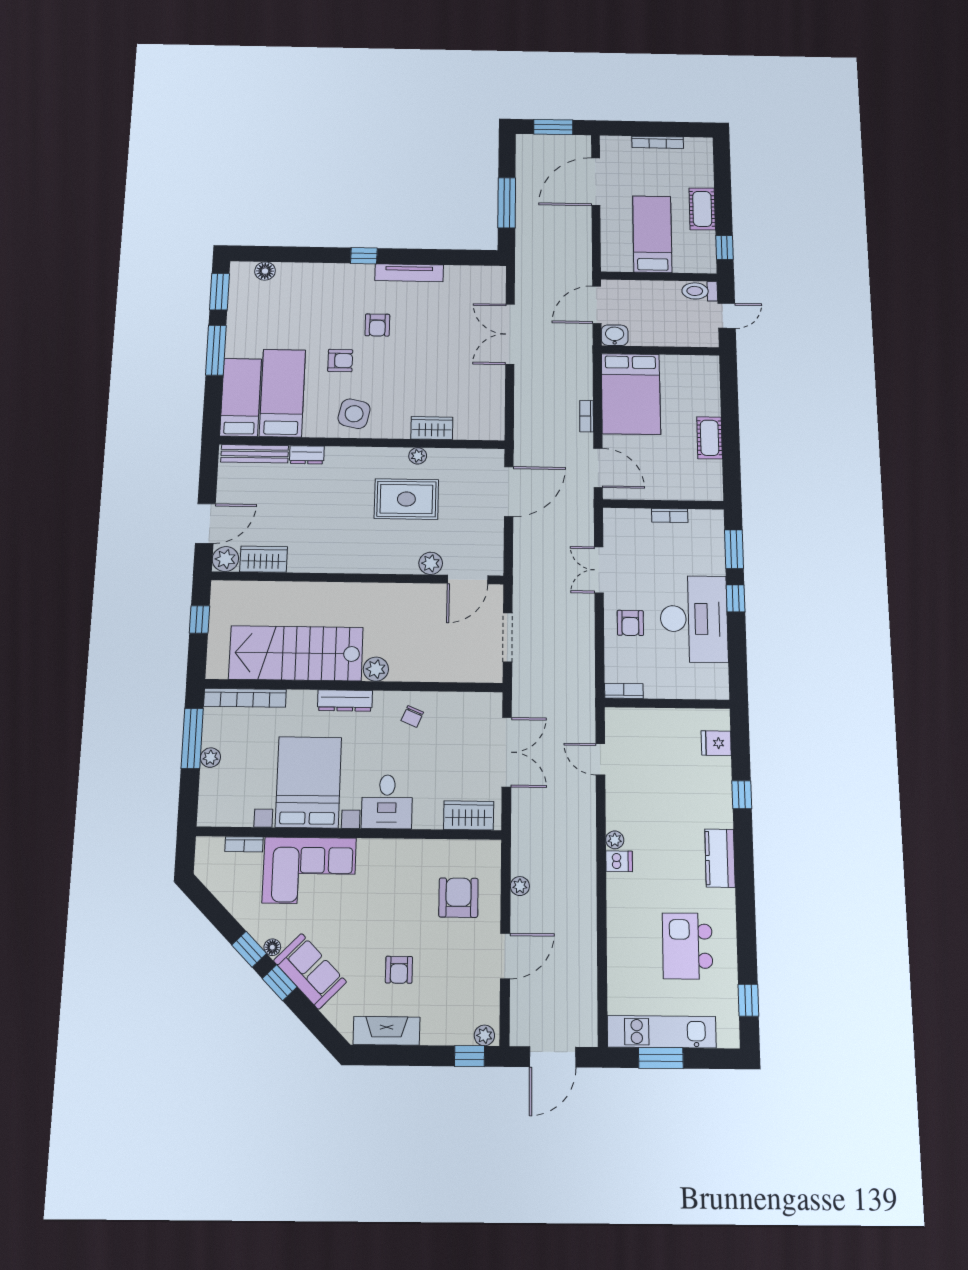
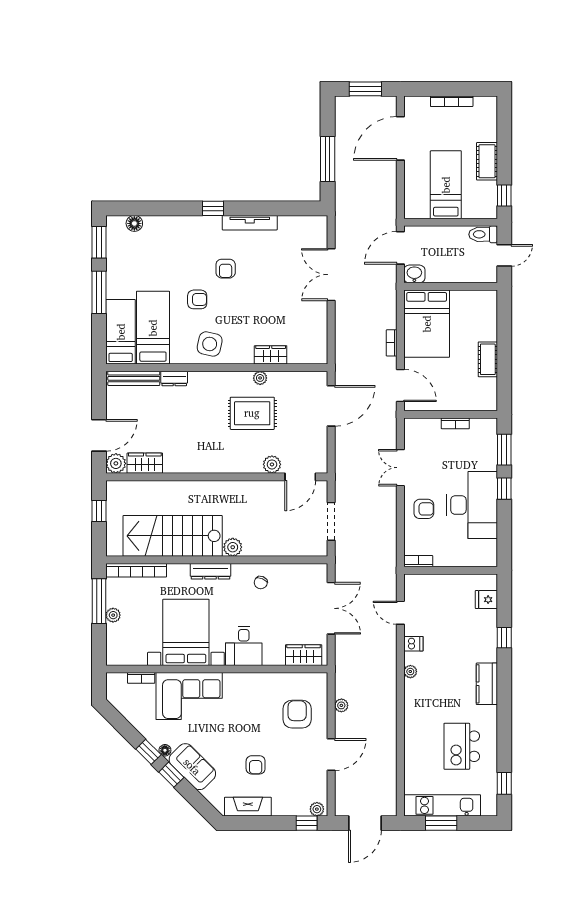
armchair: (630, 623) -> (424, 509), turned -90
dishwasher: (619, 861) -> (413, 644), moved

